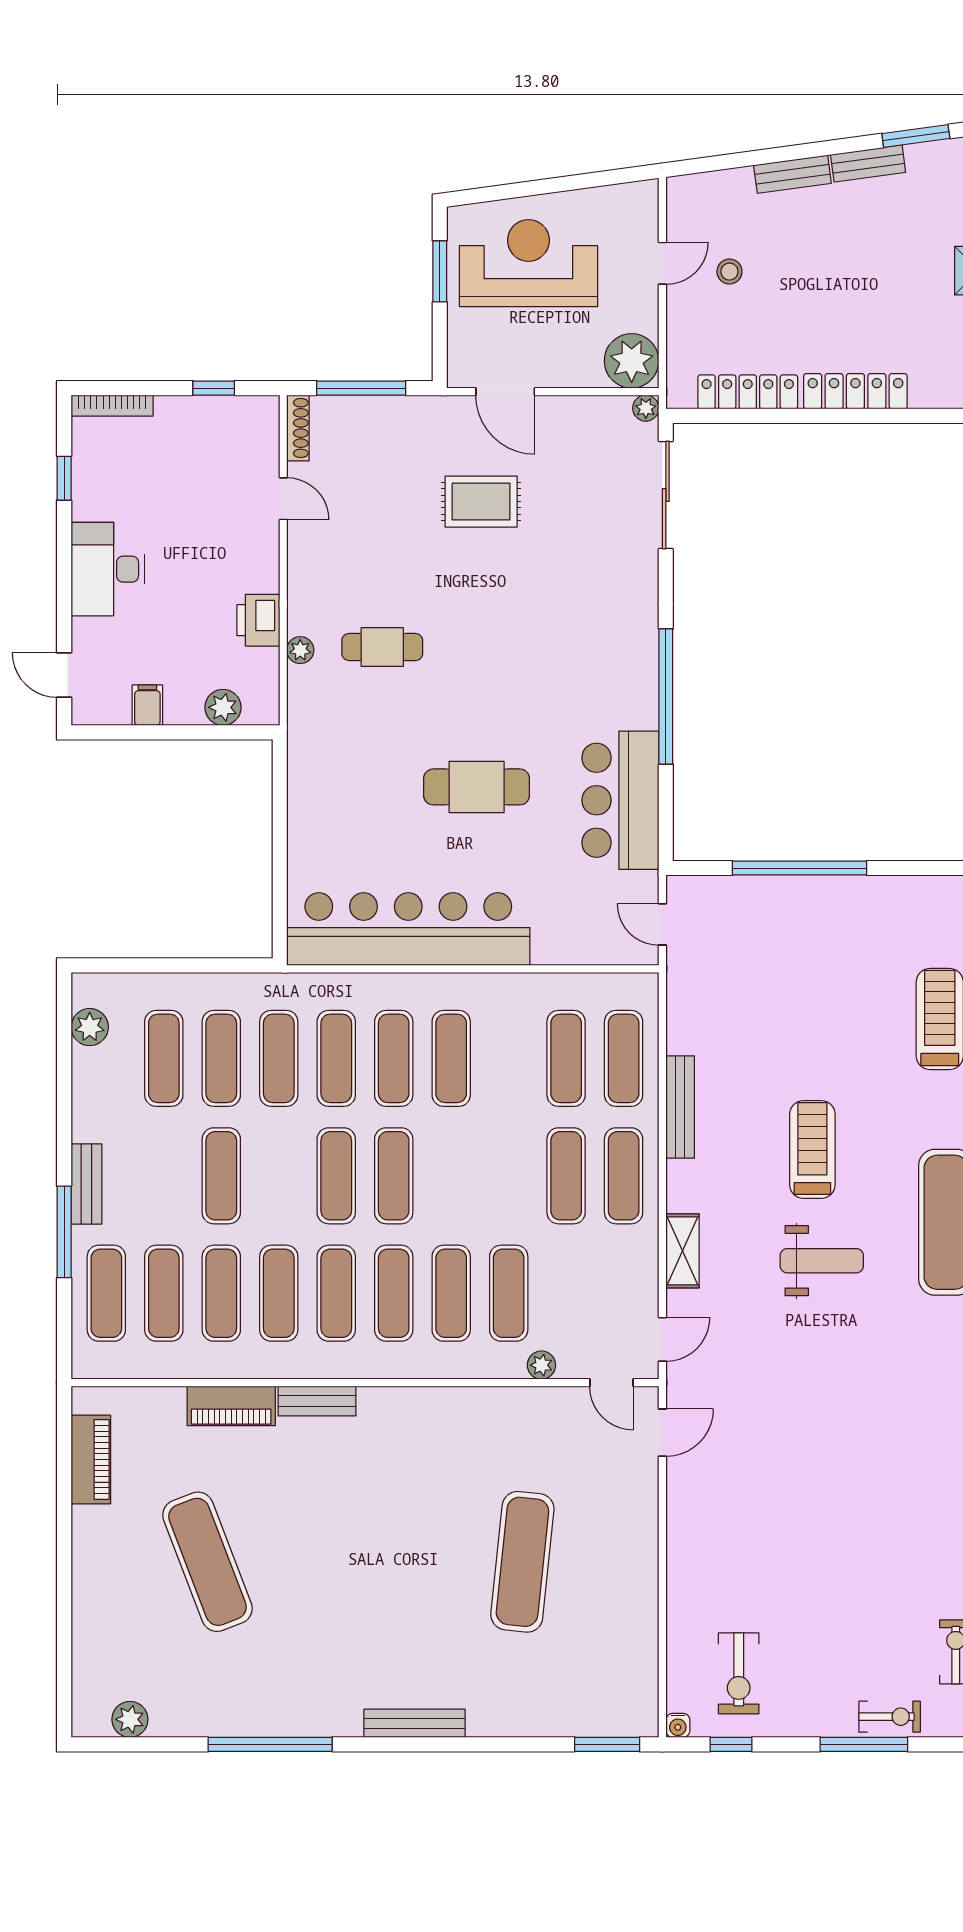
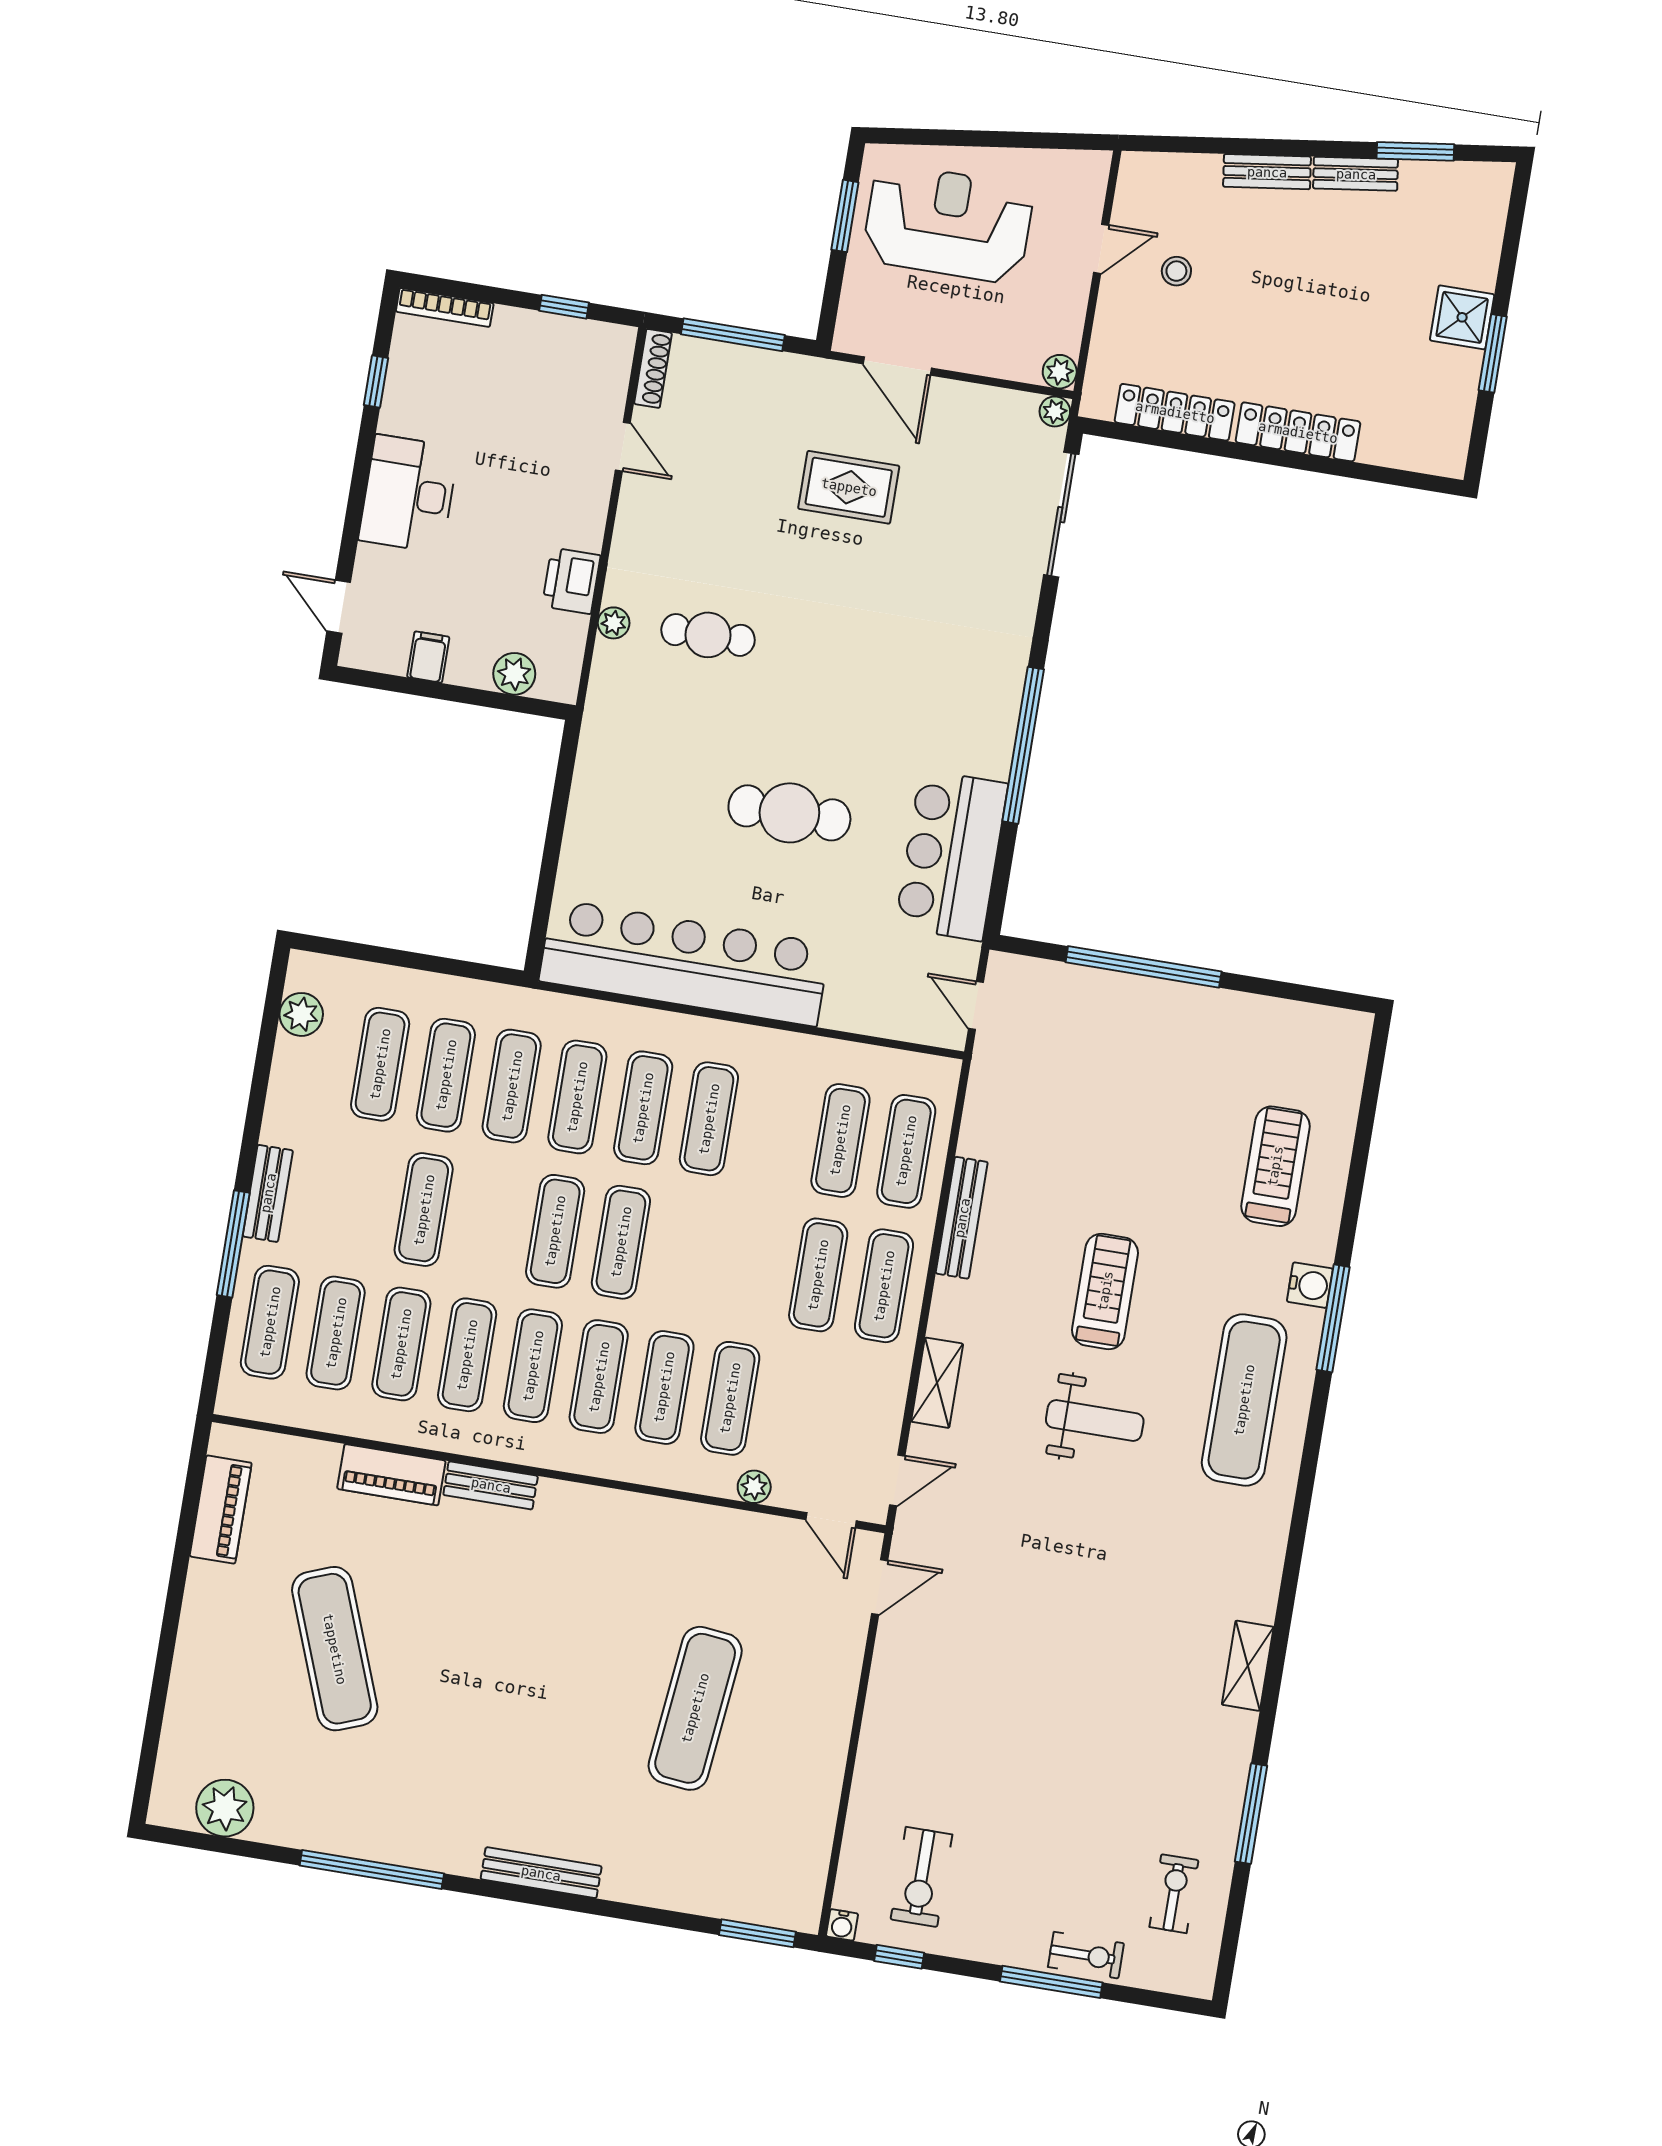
plant: (632, 361) -> (1060, 372), width x0.53, depth x0.53
plant: (130, 1719) -> (225, 1808), width x1.36, depth x1.36

